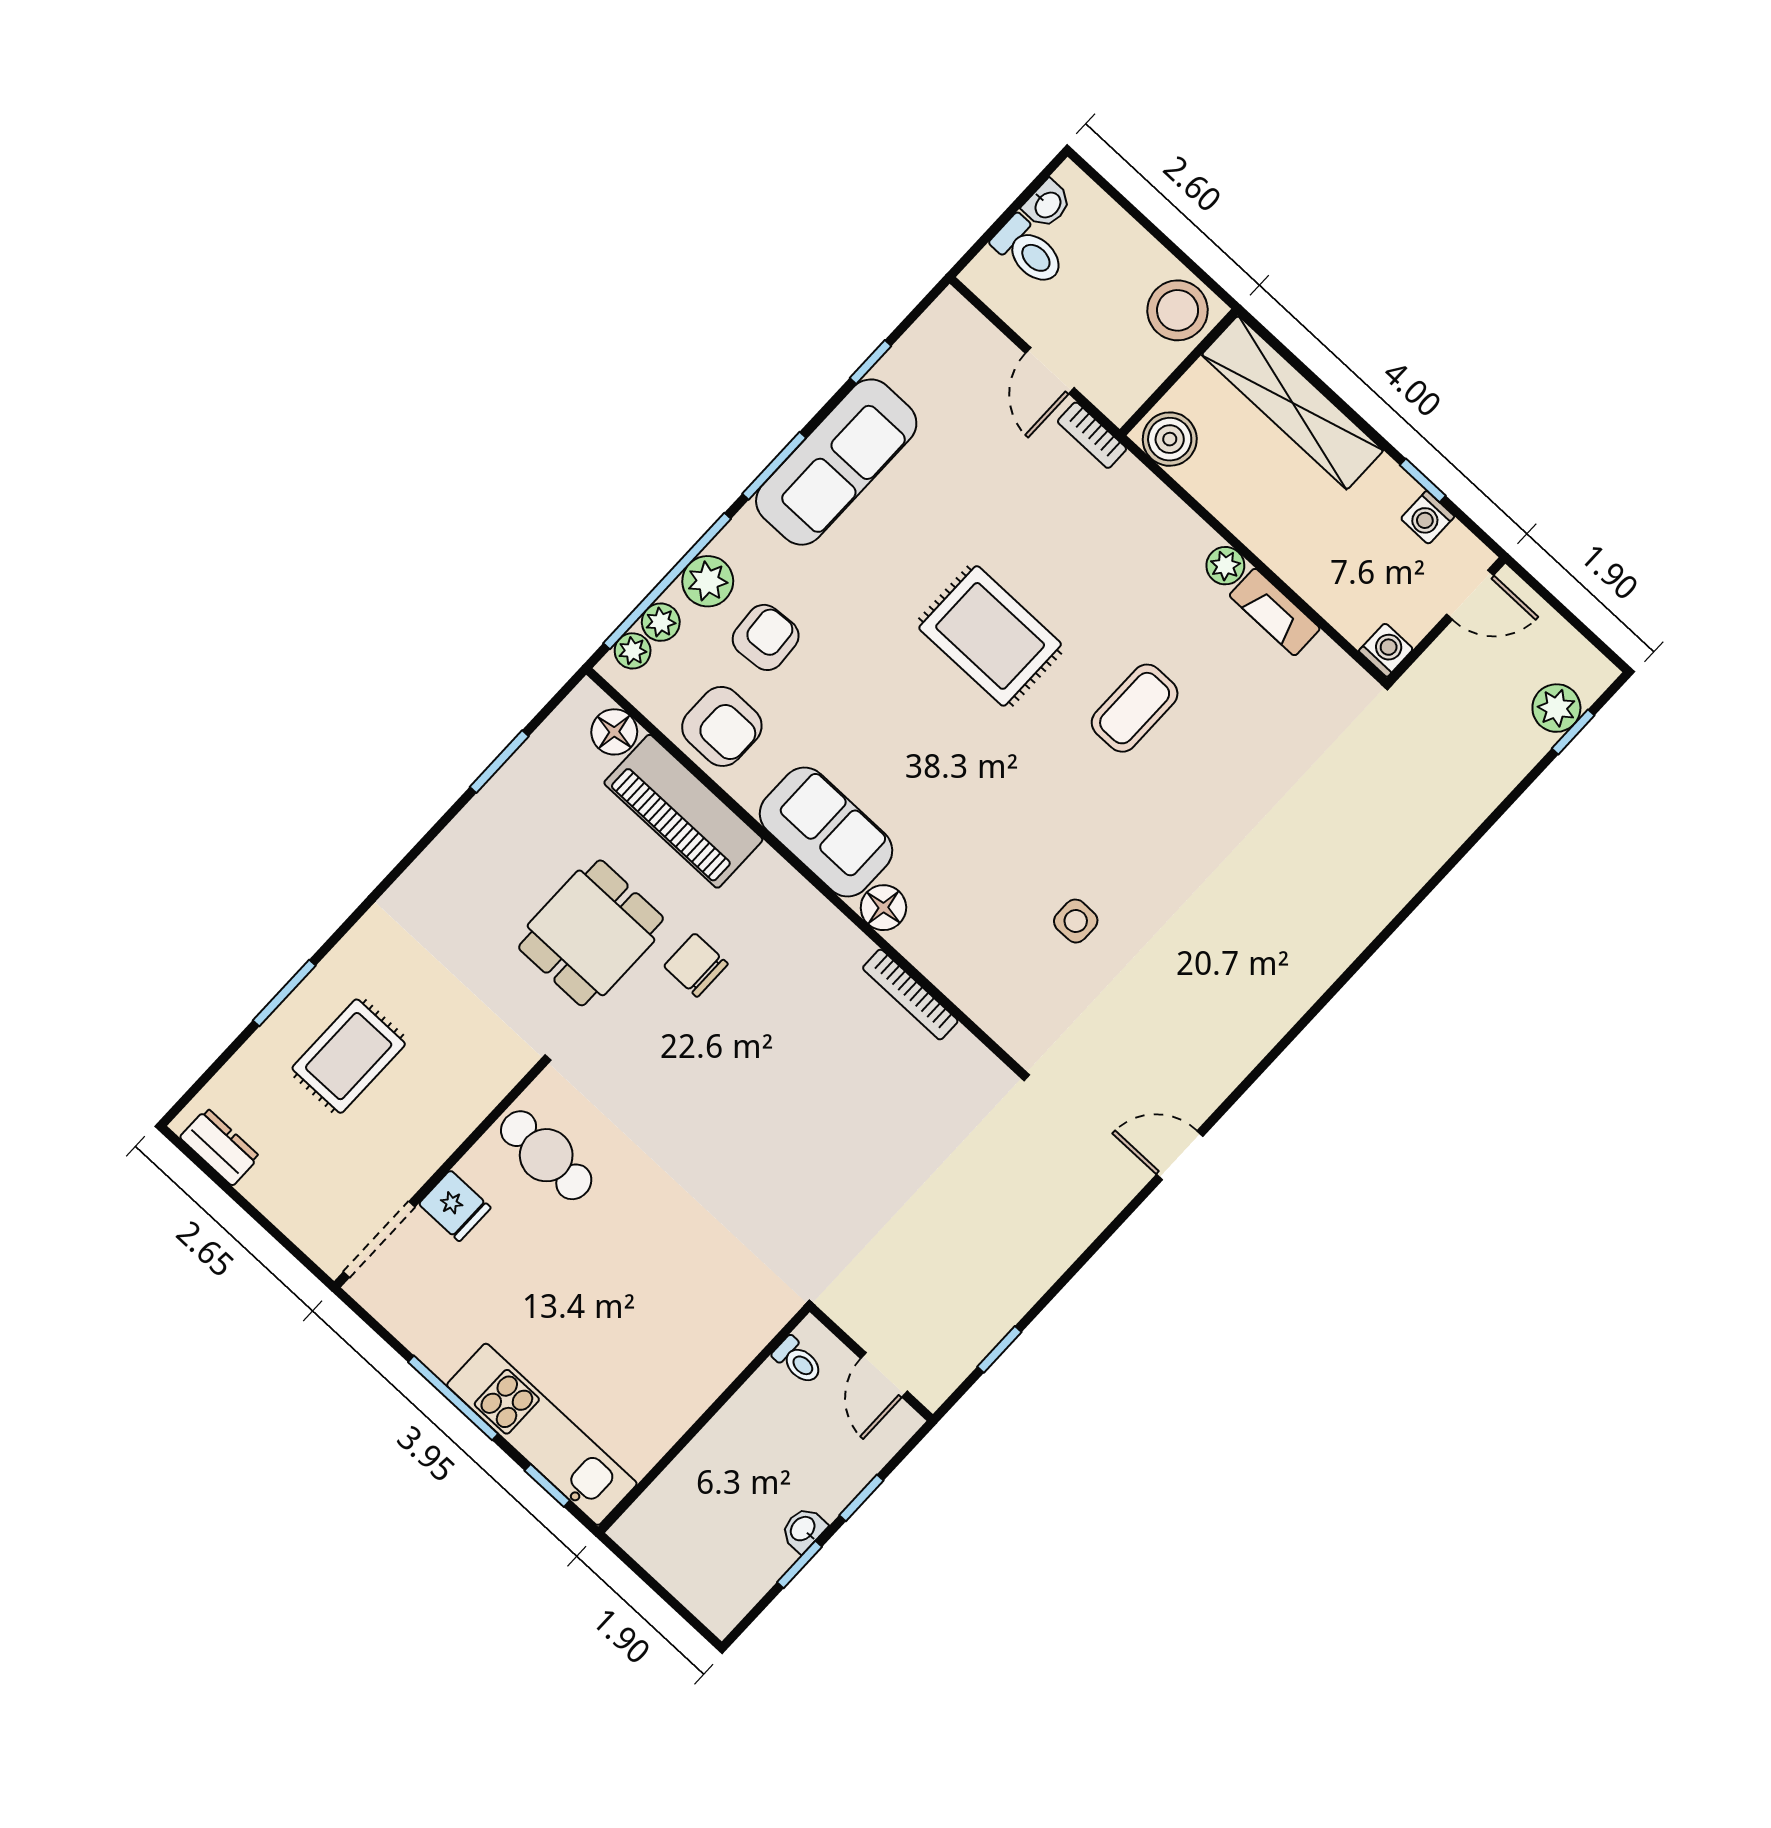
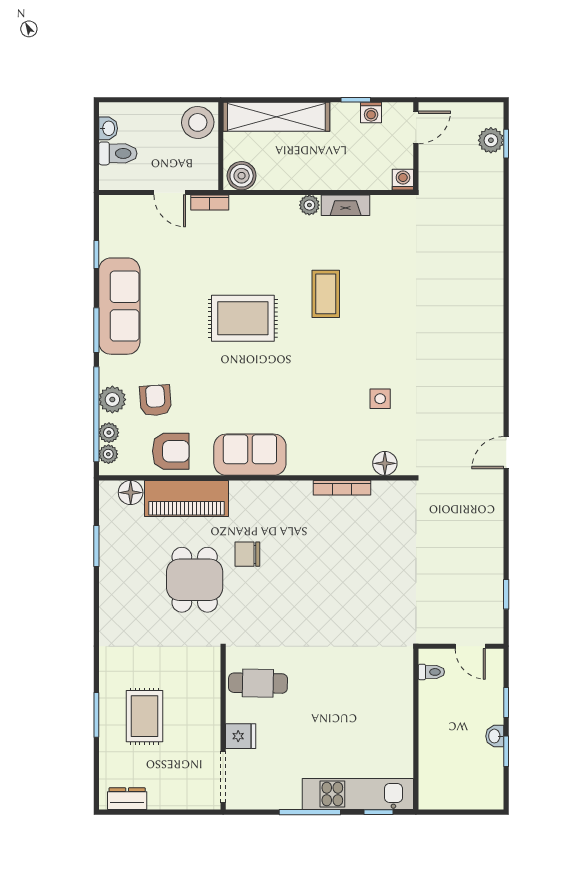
floor lamp: (883, 908) -> (385, 463), moved

